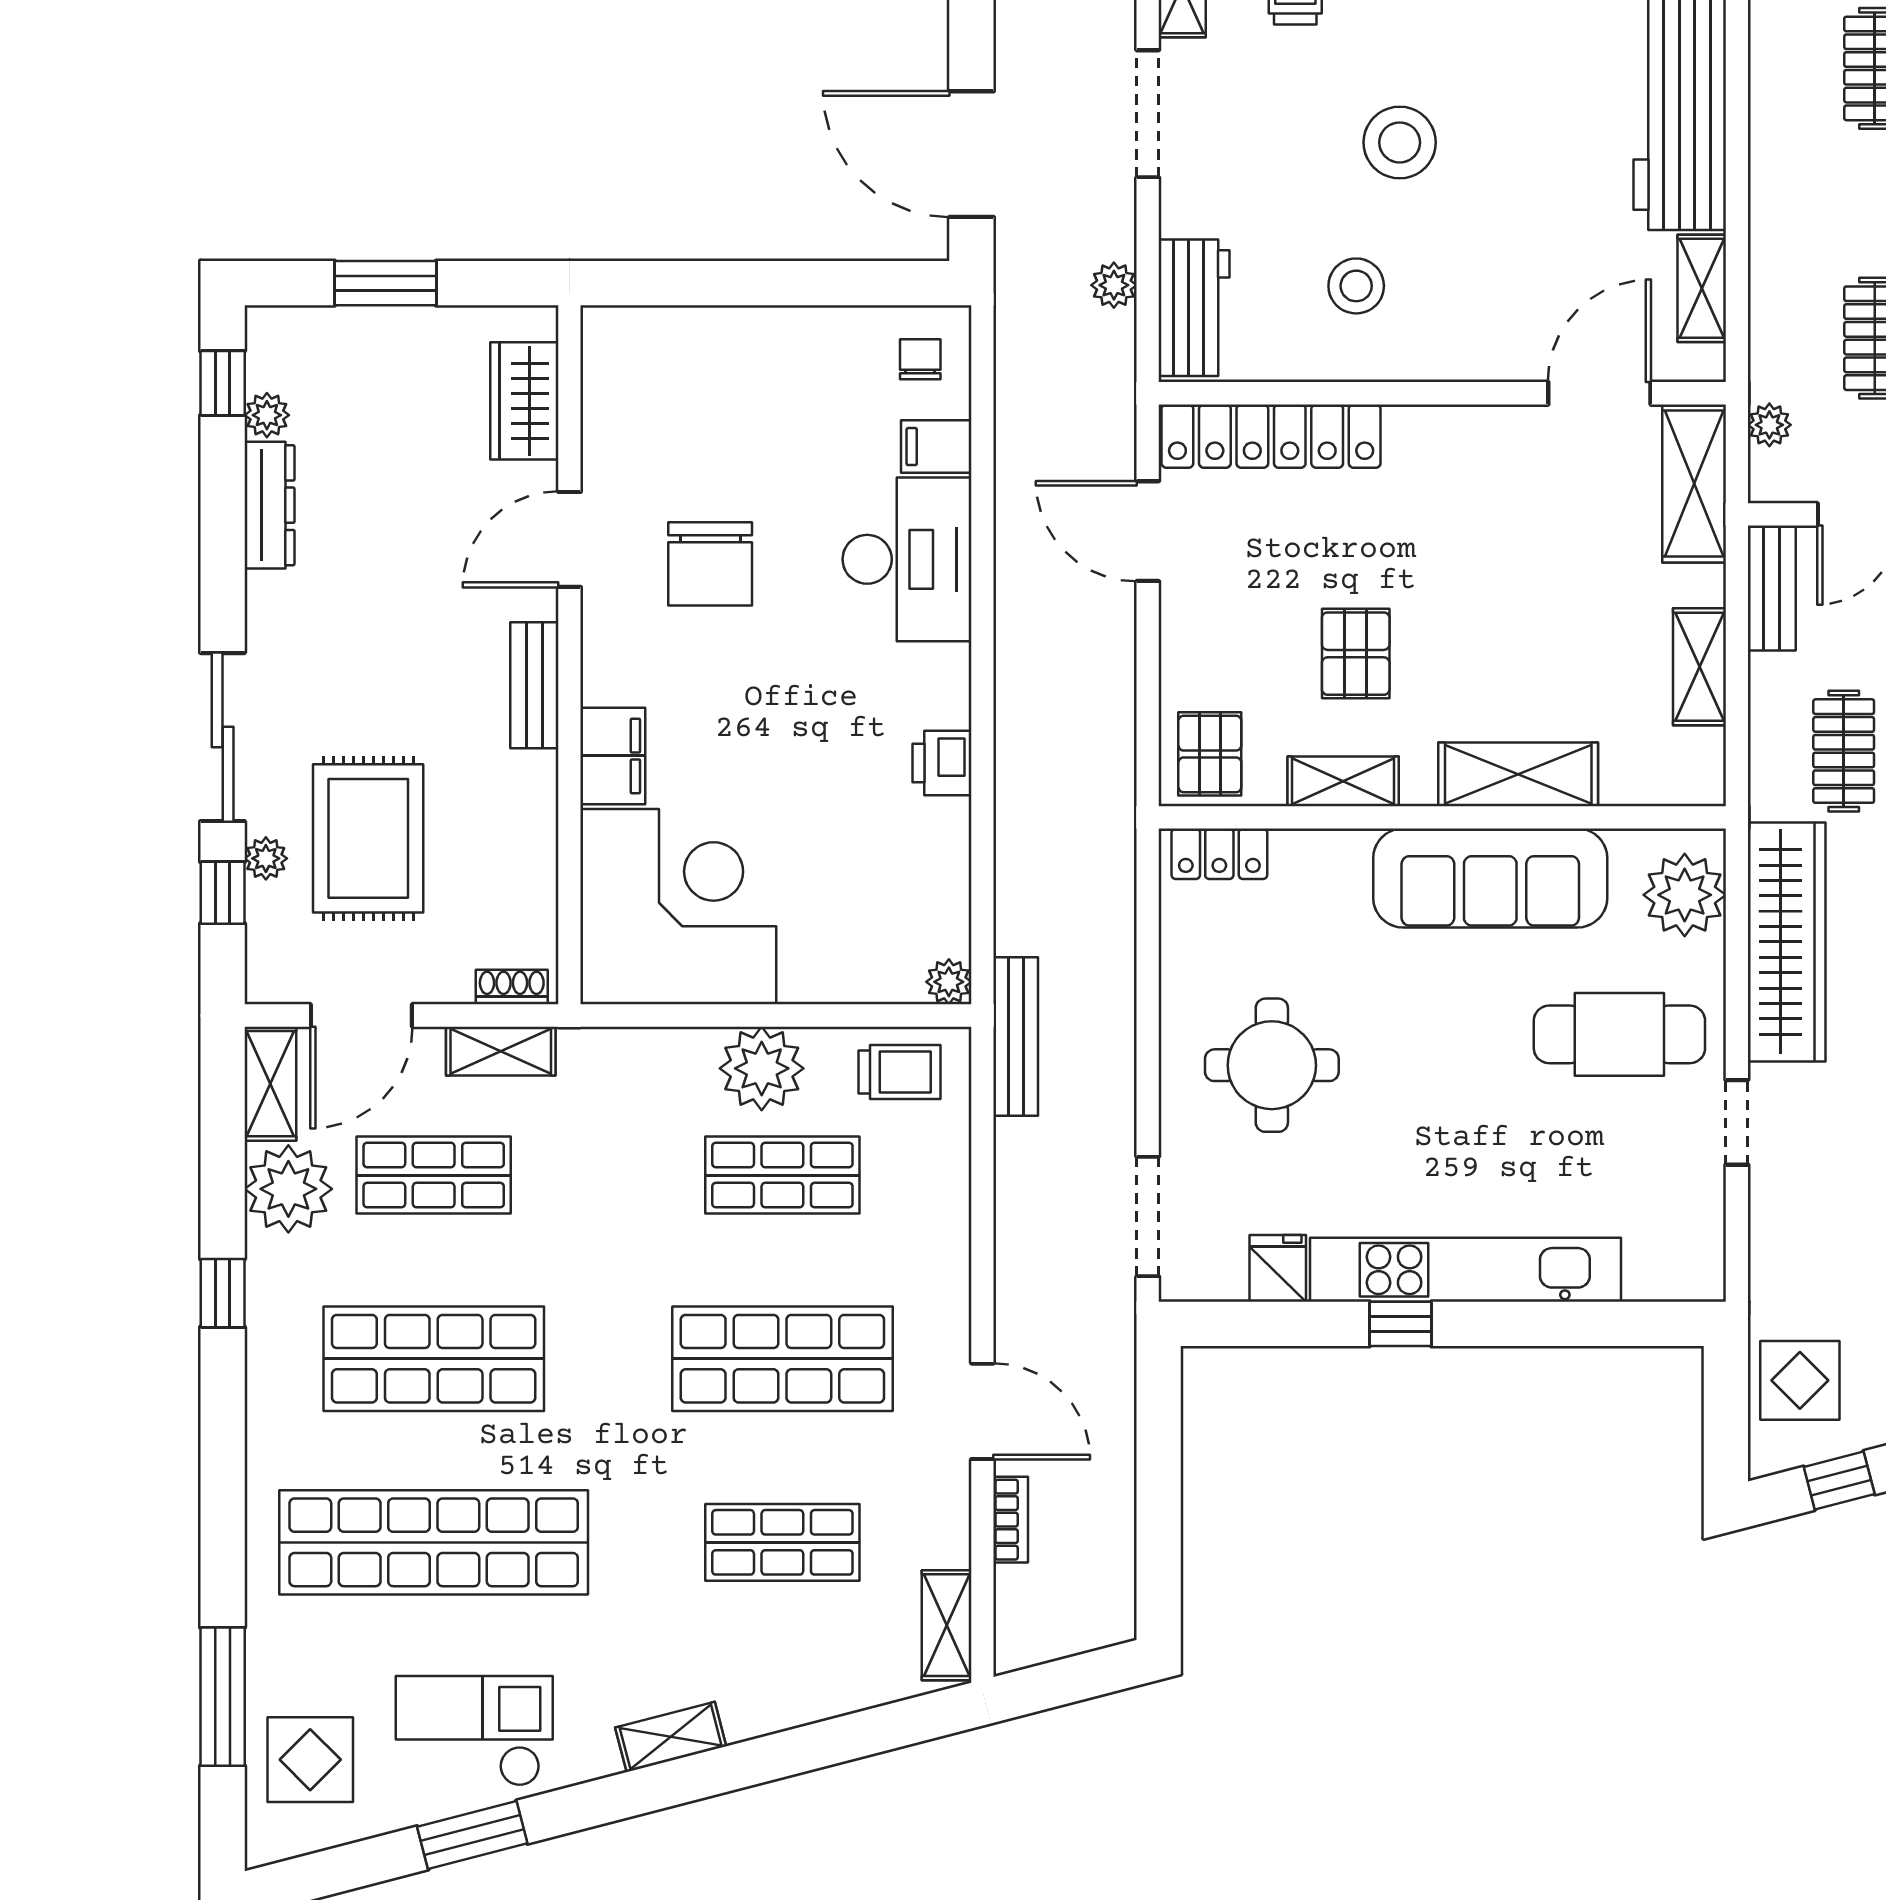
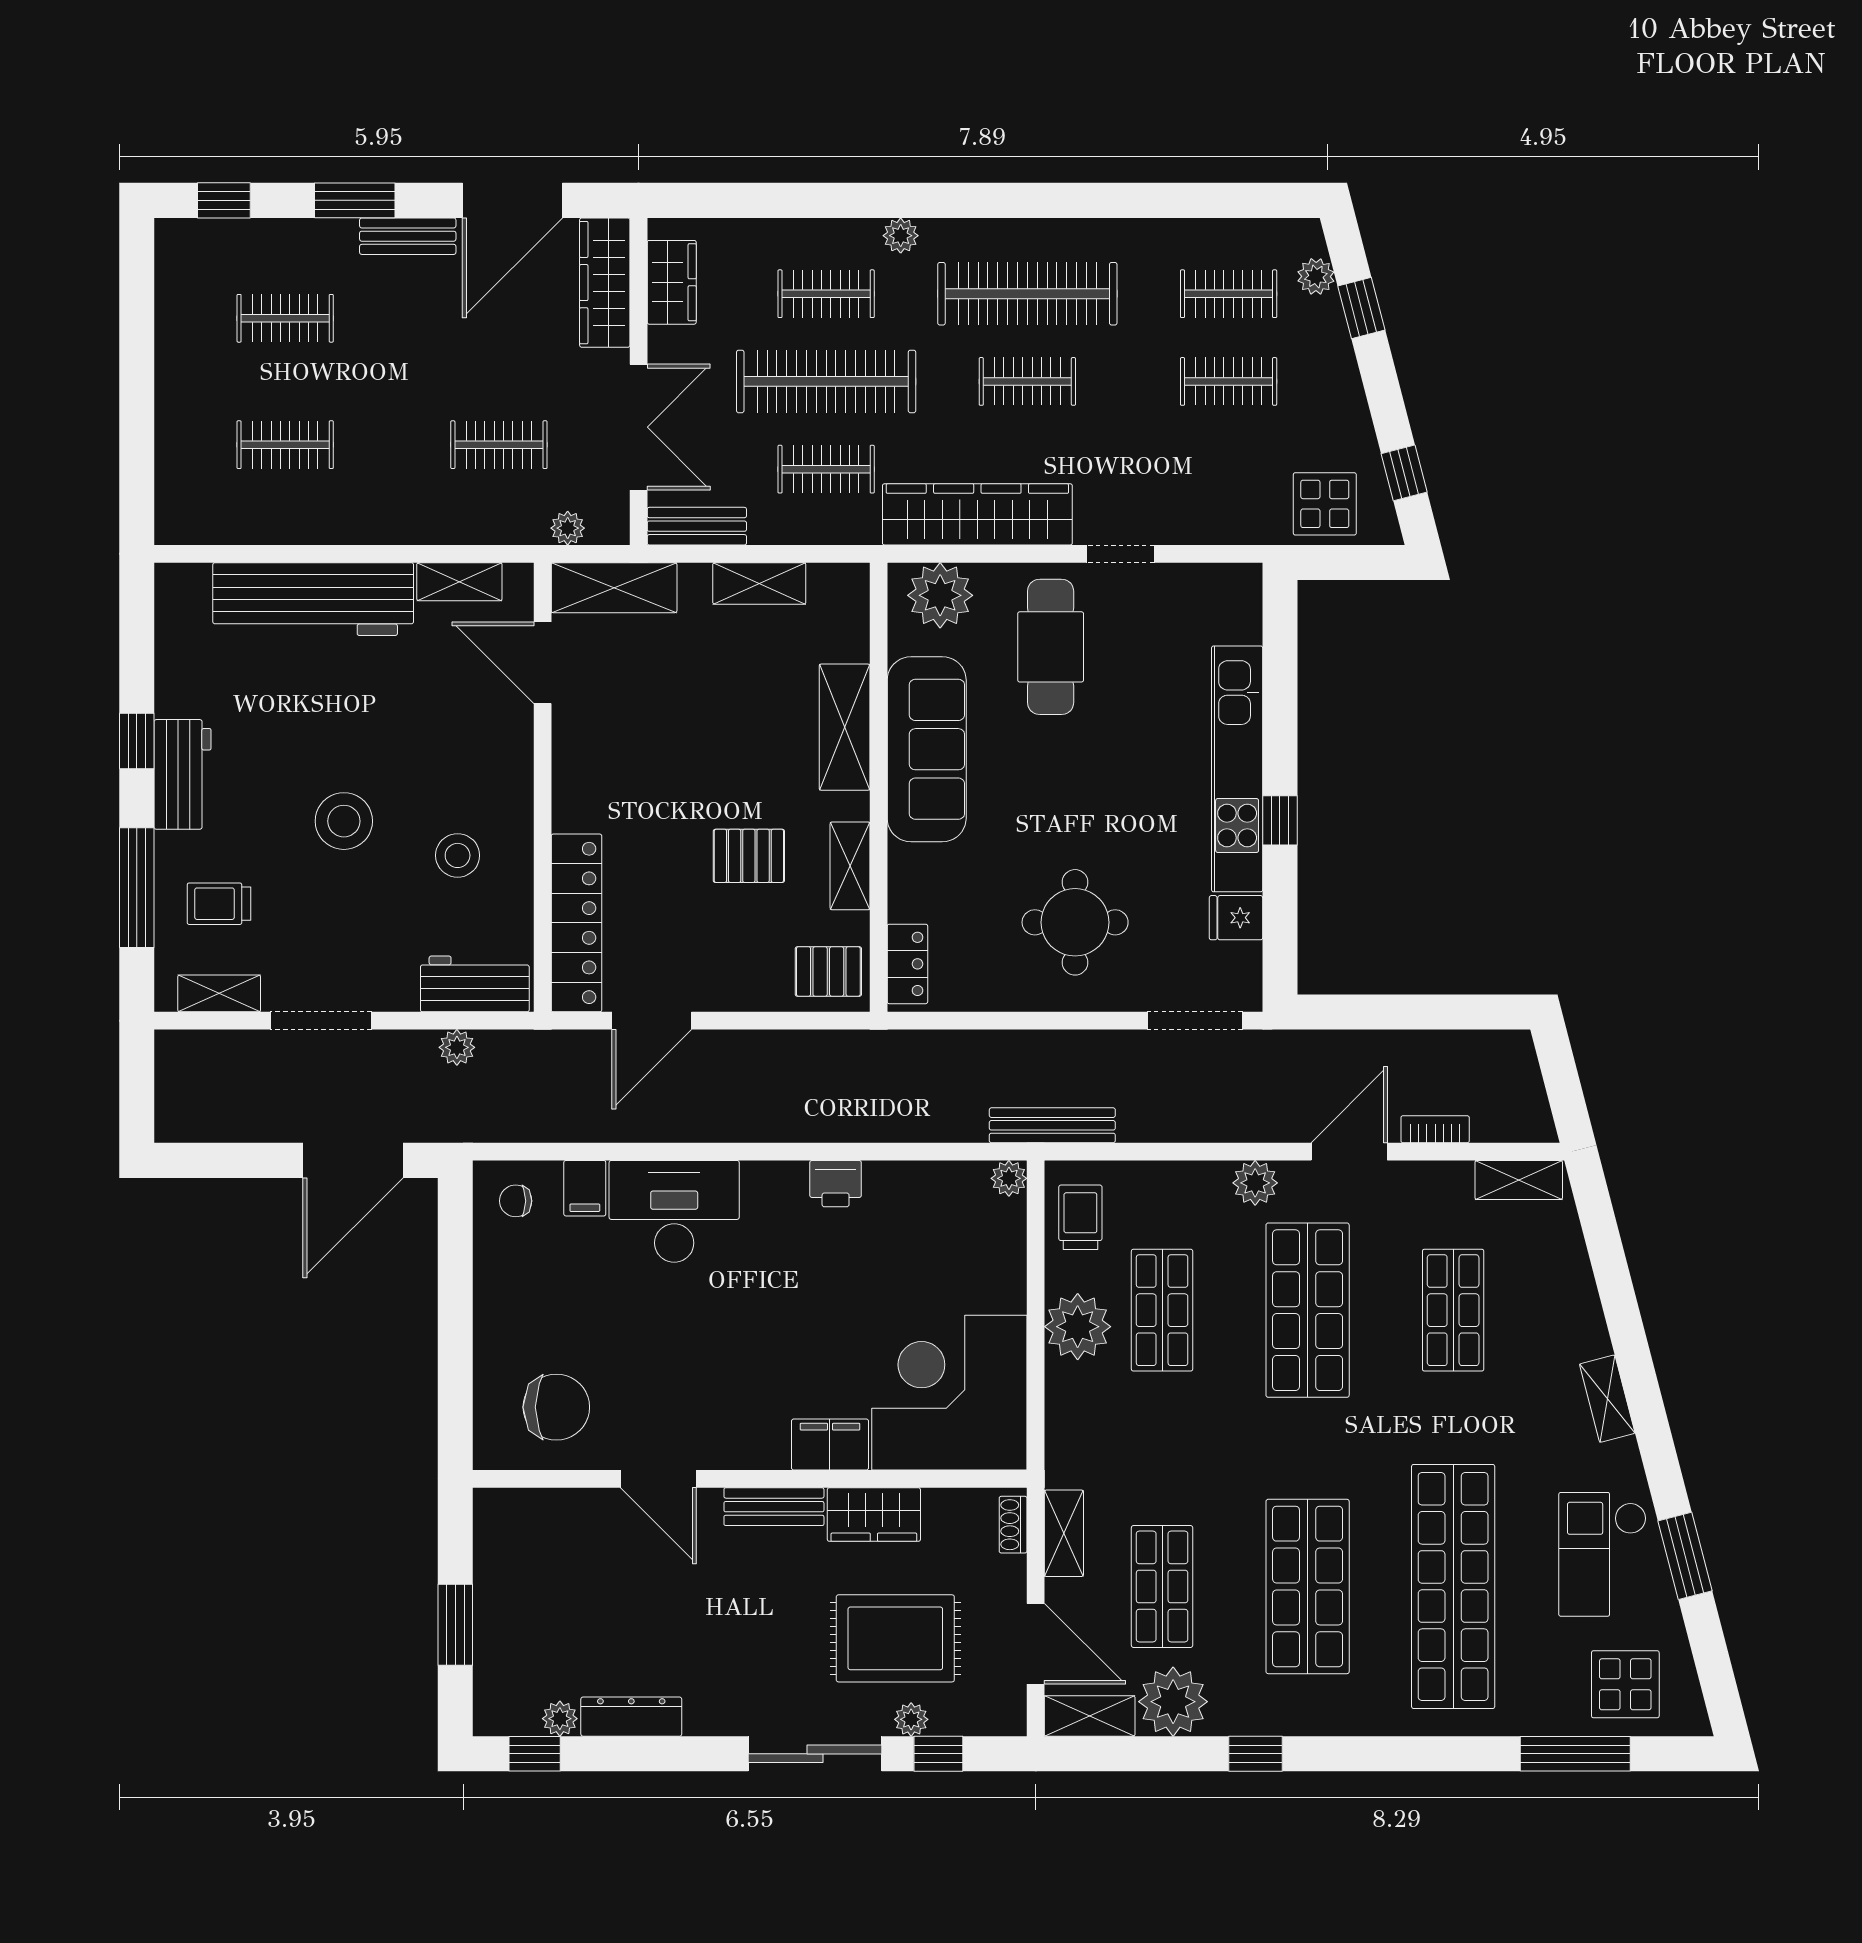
wardrobe: (524, 401) -> (874, 1515), moved
chair: (710, 564) -> (556, 1407), moved
plant: (943, 1293) -> (1255, 1183), added

